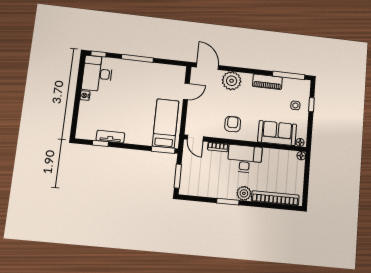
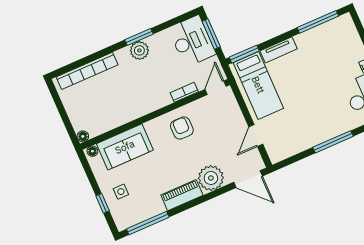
piano: (267, 82) -> (182, 195), moved
armchair: (233, 124) -> (182, 128), turned 180
tv unit: (110, 137) -> (279, 50), moved
door: (195, 138) -> (216, 88), hinge flipped
window: (100, 143) -> (318, 22), width x2.17
desk: (245, 159) -> (192, 41), moved, turned -90
plant: (244, 193) -> (139, 50), moved

